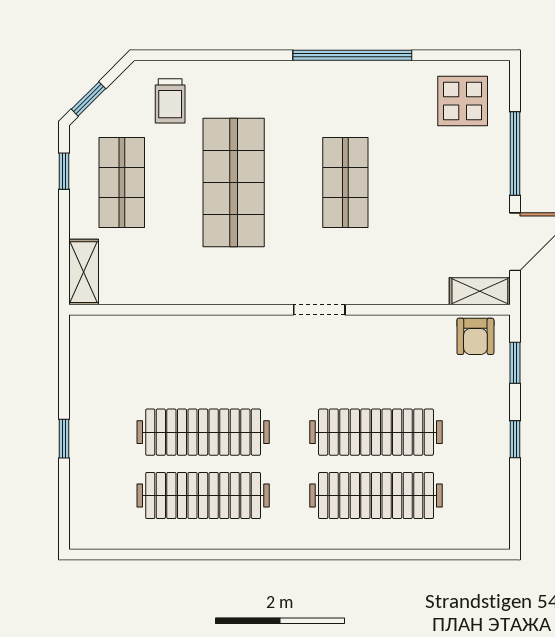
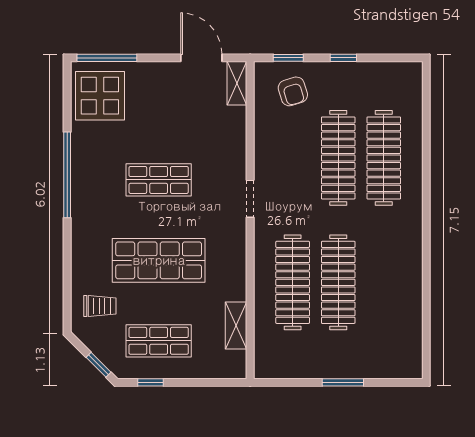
display table: (463, 101) -> (100, 96), width x1.36, depth x1.36
window: (515, 154) -> (107, 58), moved
shelving: (84, 272) -> (236, 325), moved, turned 90
armchair: (475, 336) -> (293, 91), moved, turned 73
window: (64, 439) -> (343, 382), width x1.50
clothes rail: (203, 495) -> (293, 282), moved

